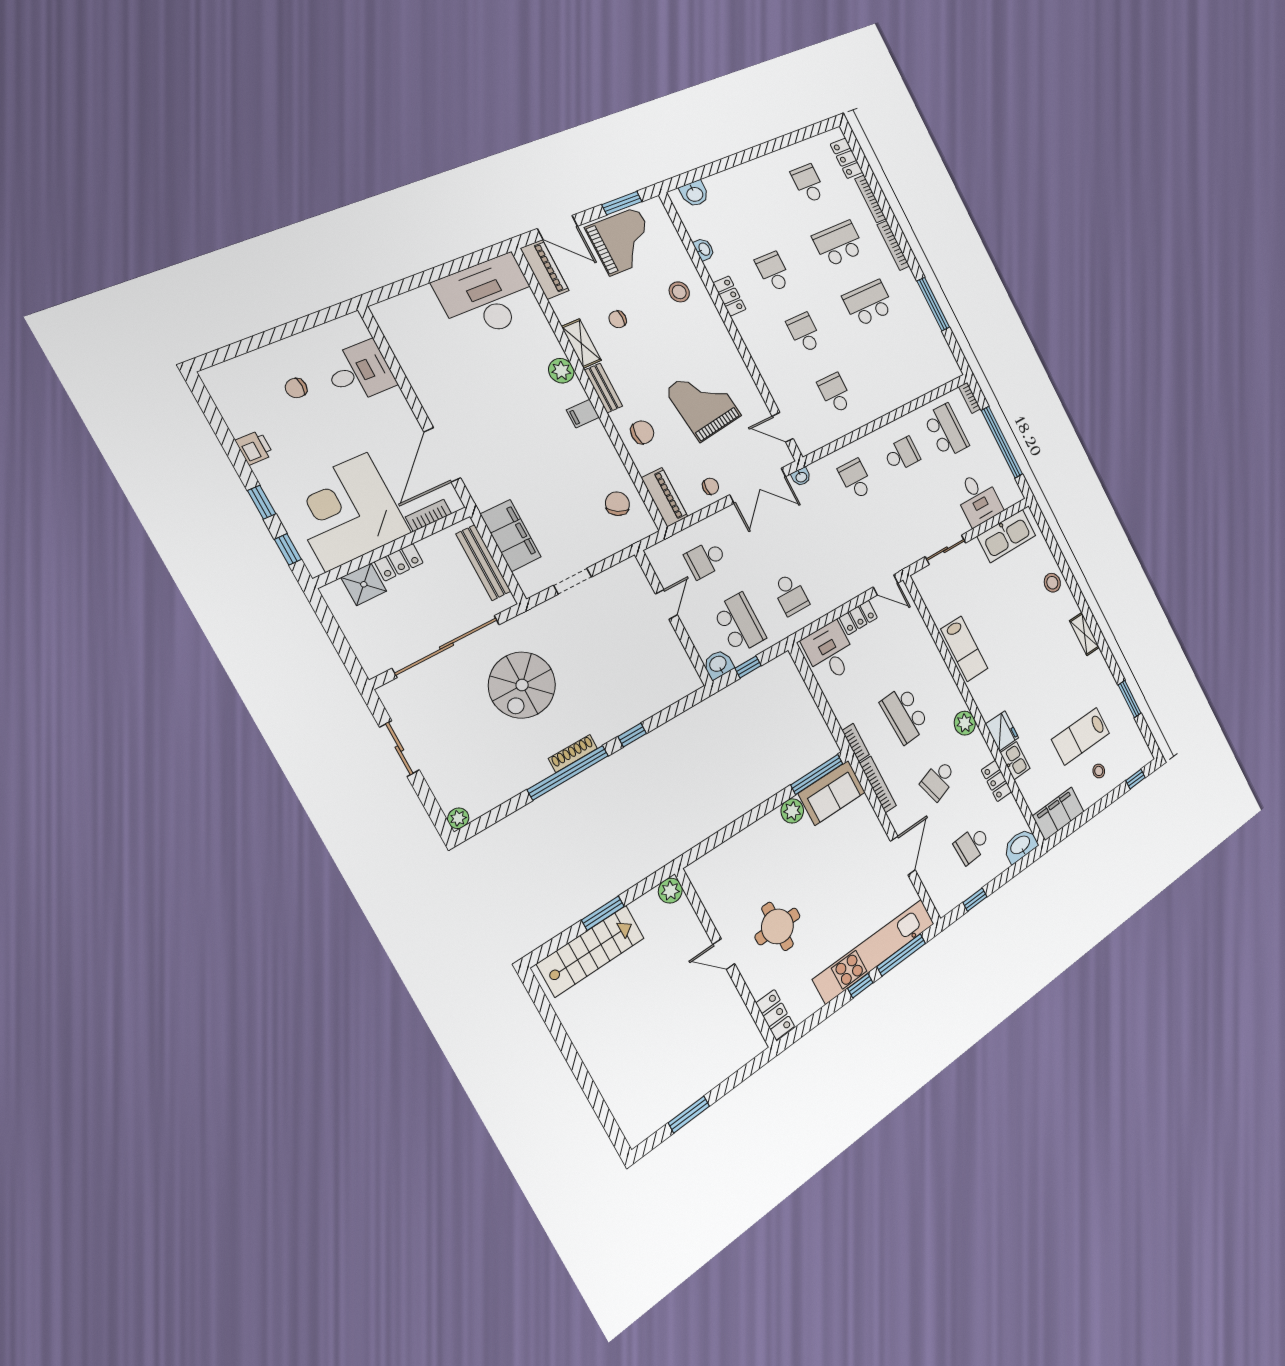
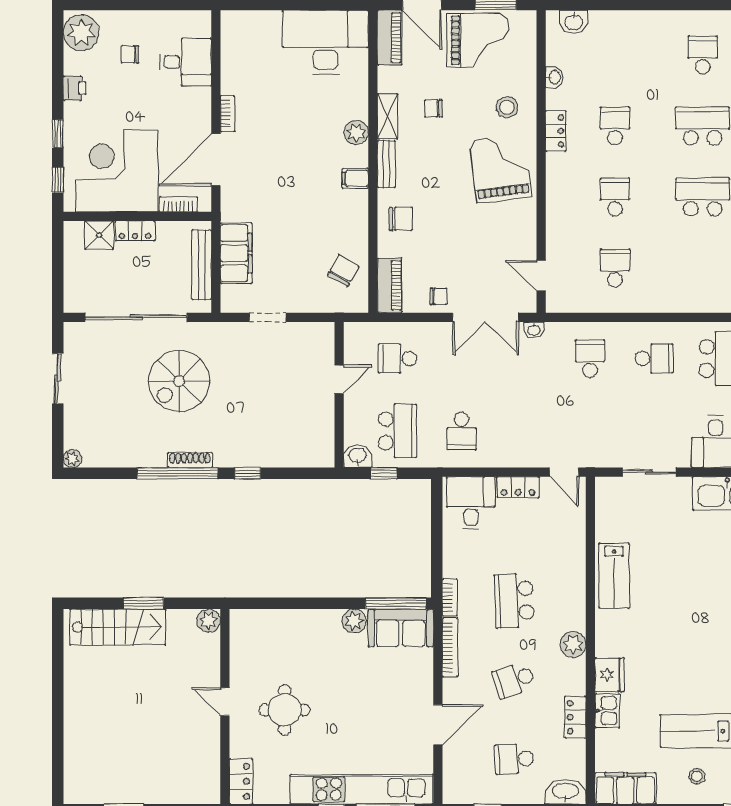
plant: (230, 387) -> (81, 33), added
grand piano: (703, 403) -> (501, 169), moved
bookcase: (430, 405) -> (228, 114), added

